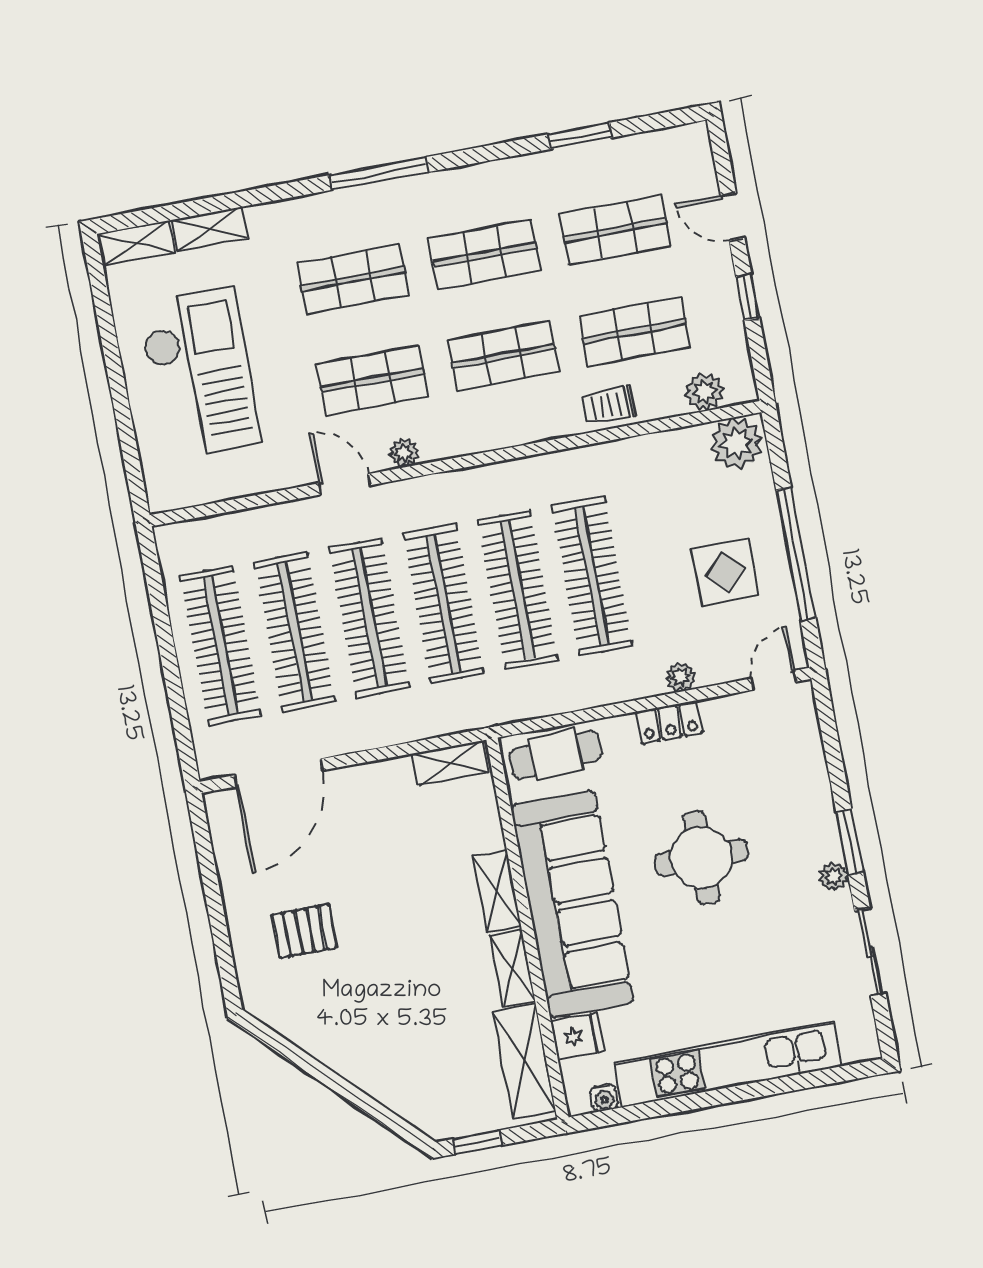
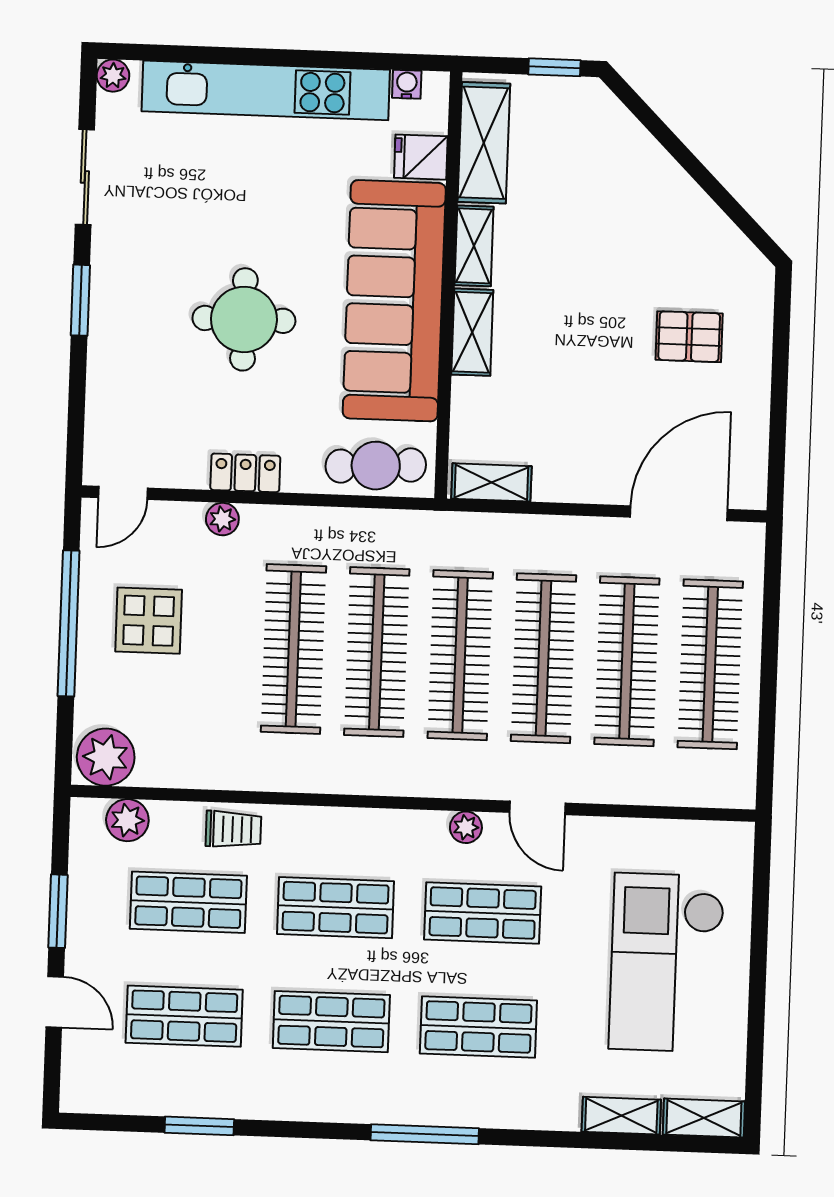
window: (748, 298) -> (58, 911), width x1.50
plant: (834, 876) -> (113, 76), moved

